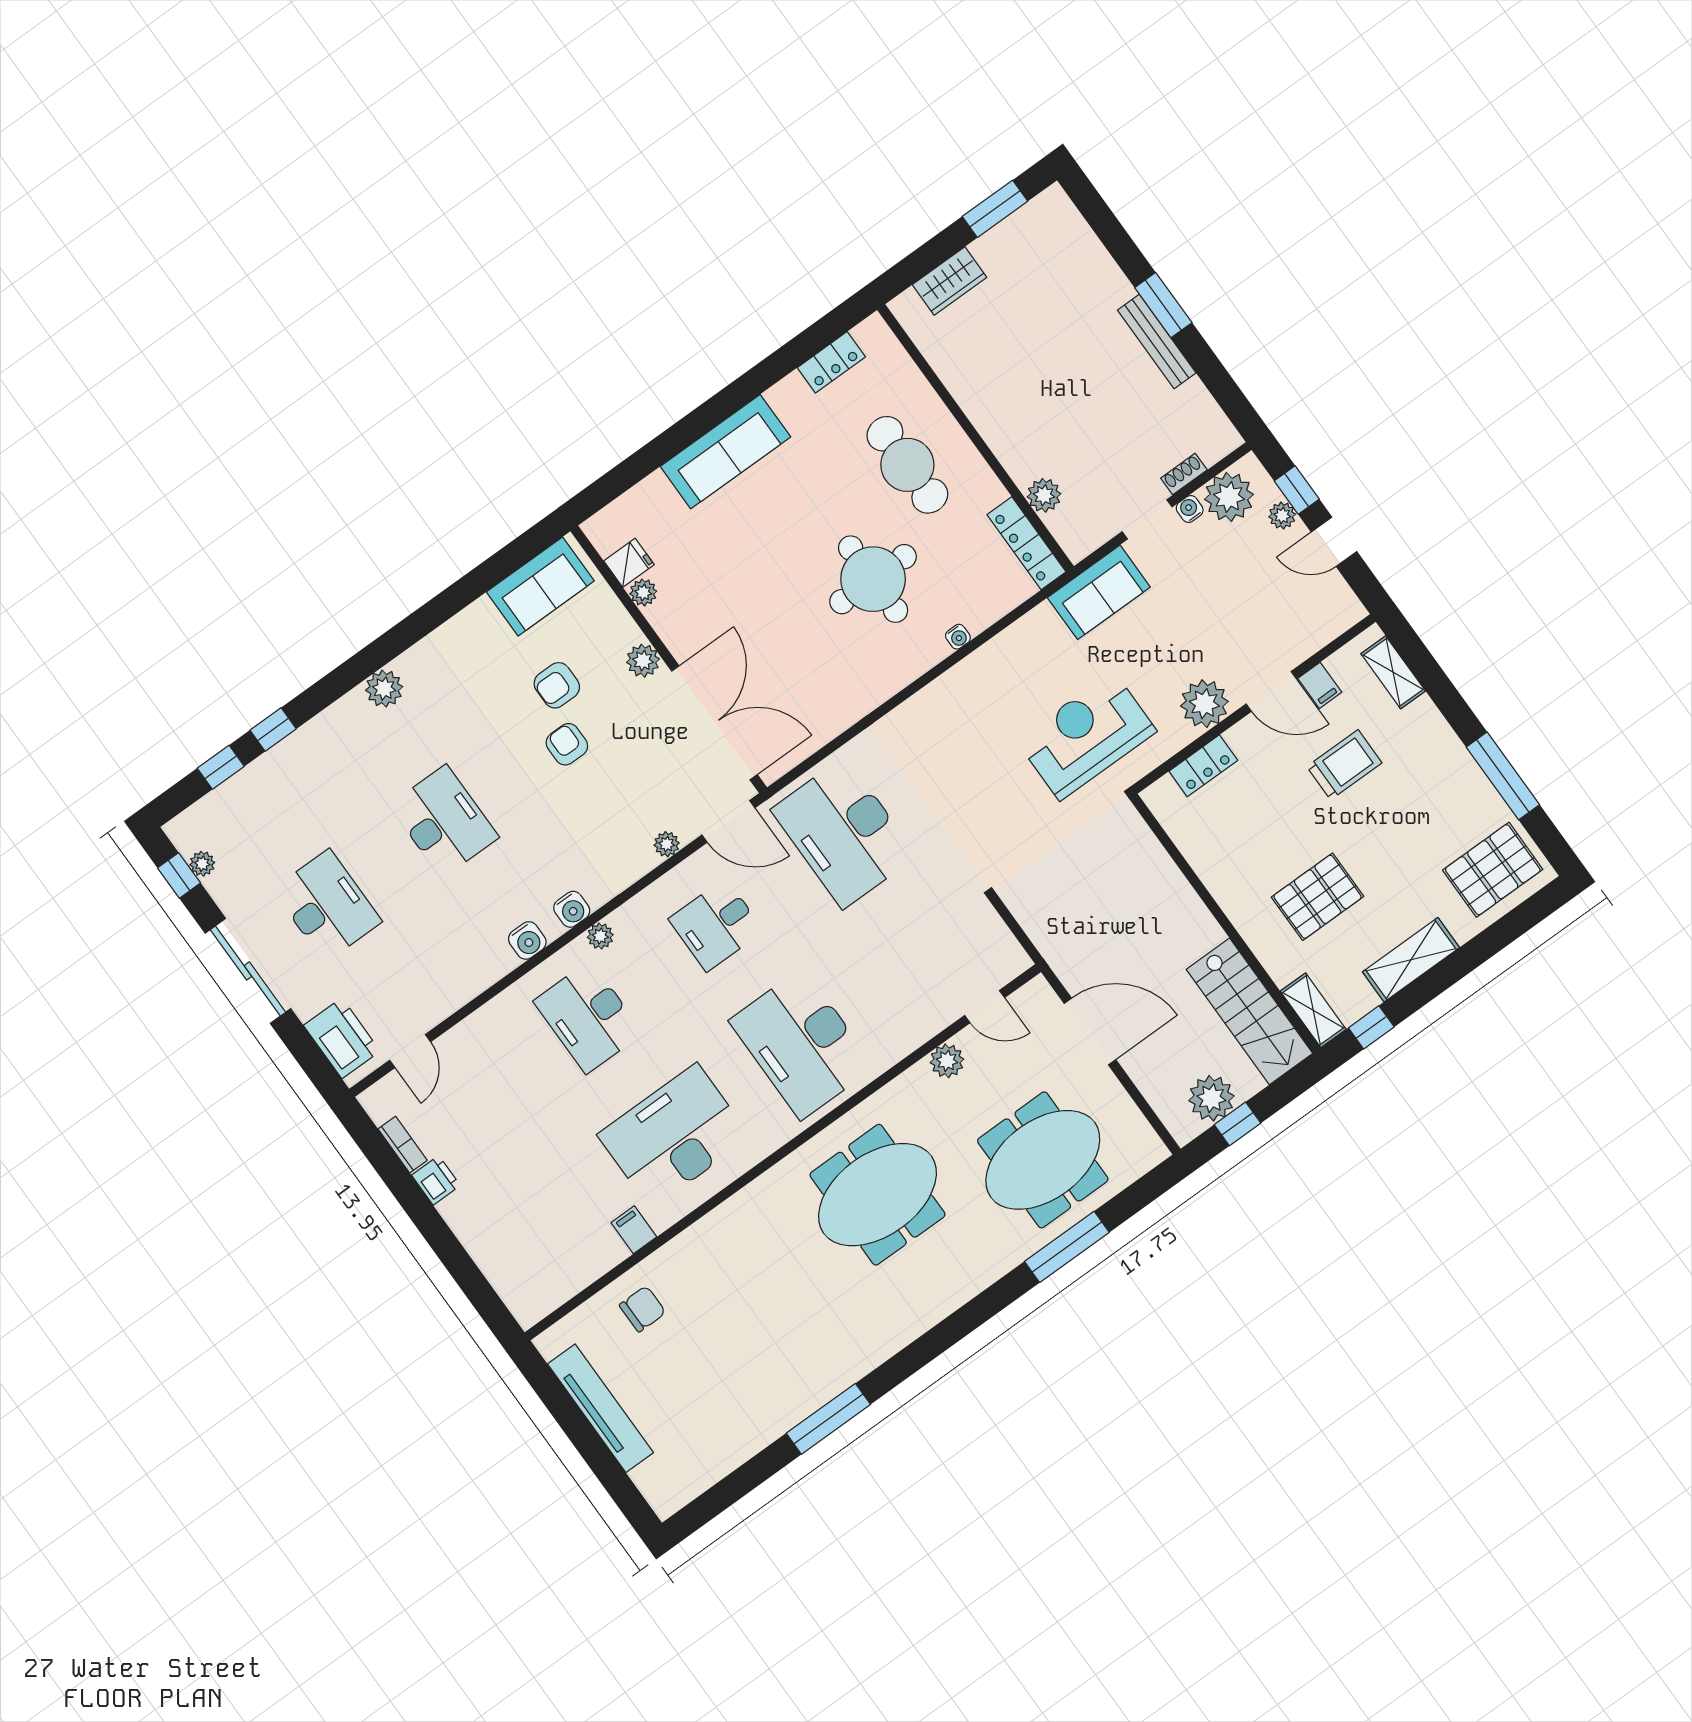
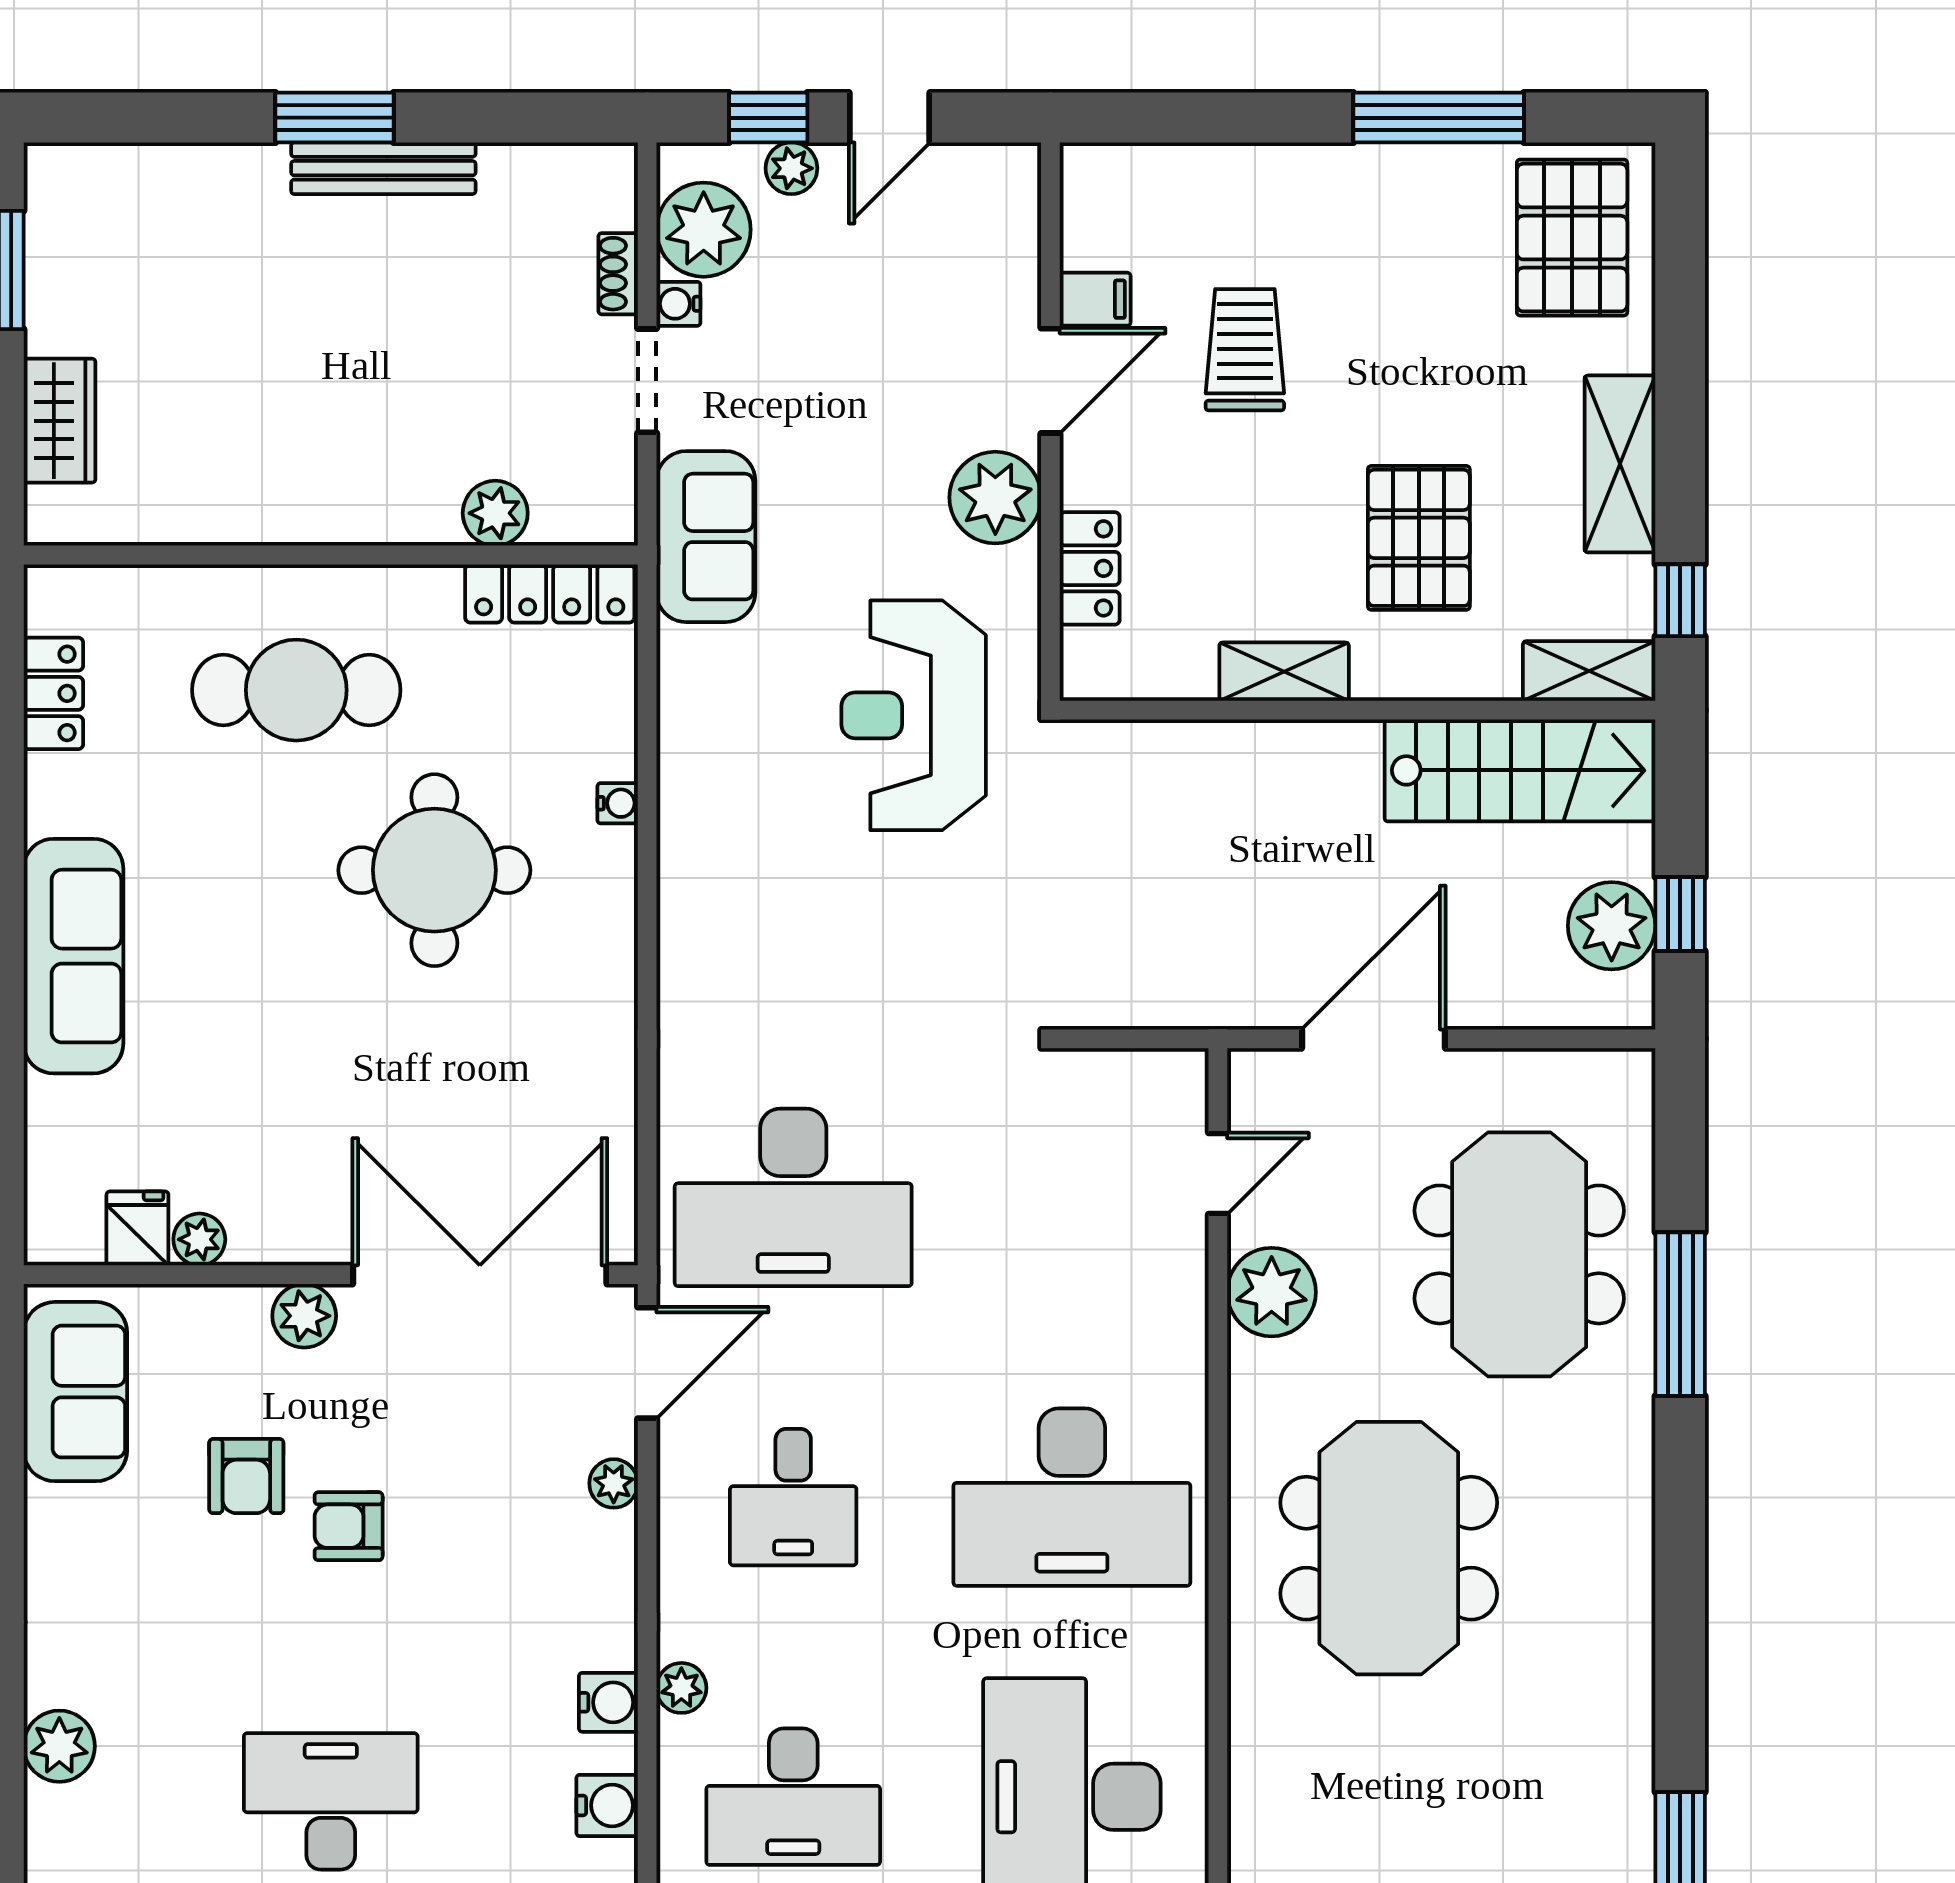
shelving: (1393, 672) -> (1284, 672), moved
plant: (947, 1061) -> (1272, 1292), width x1.36, depth x1.36

